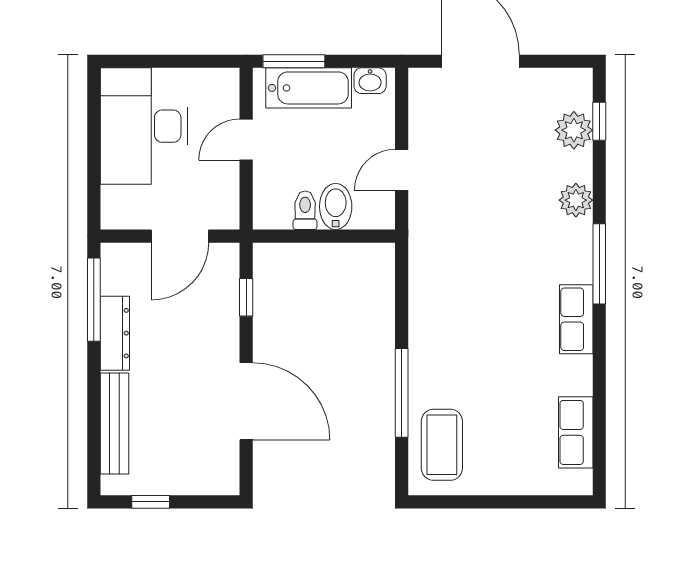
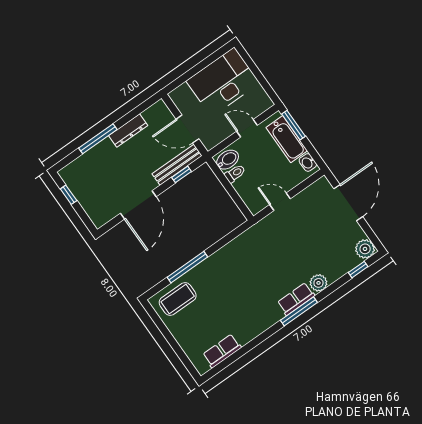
plant: (574, 130) -> (365, 249), moved
bidet: (336, 206) -> (228, 160), moved
window: (94, 300) -> (98, 139), moved
row of seats: (576, 319) -> (296, 299), moved
bench: (115, 424) -> (177, 165), moved

